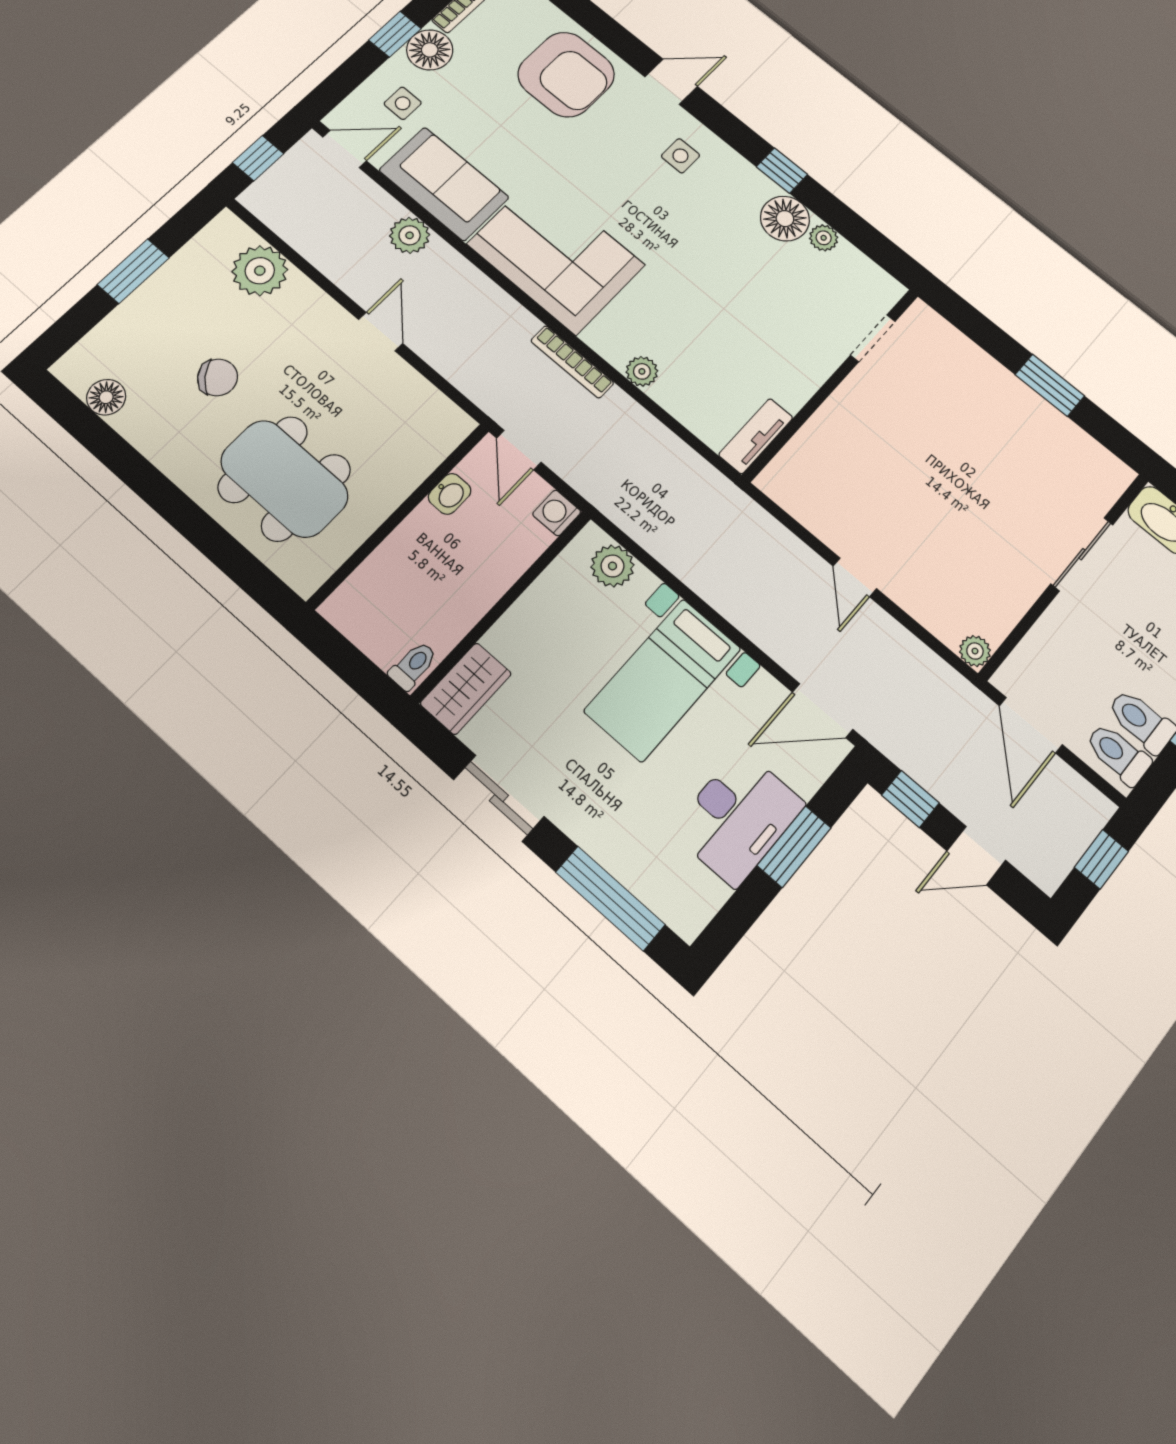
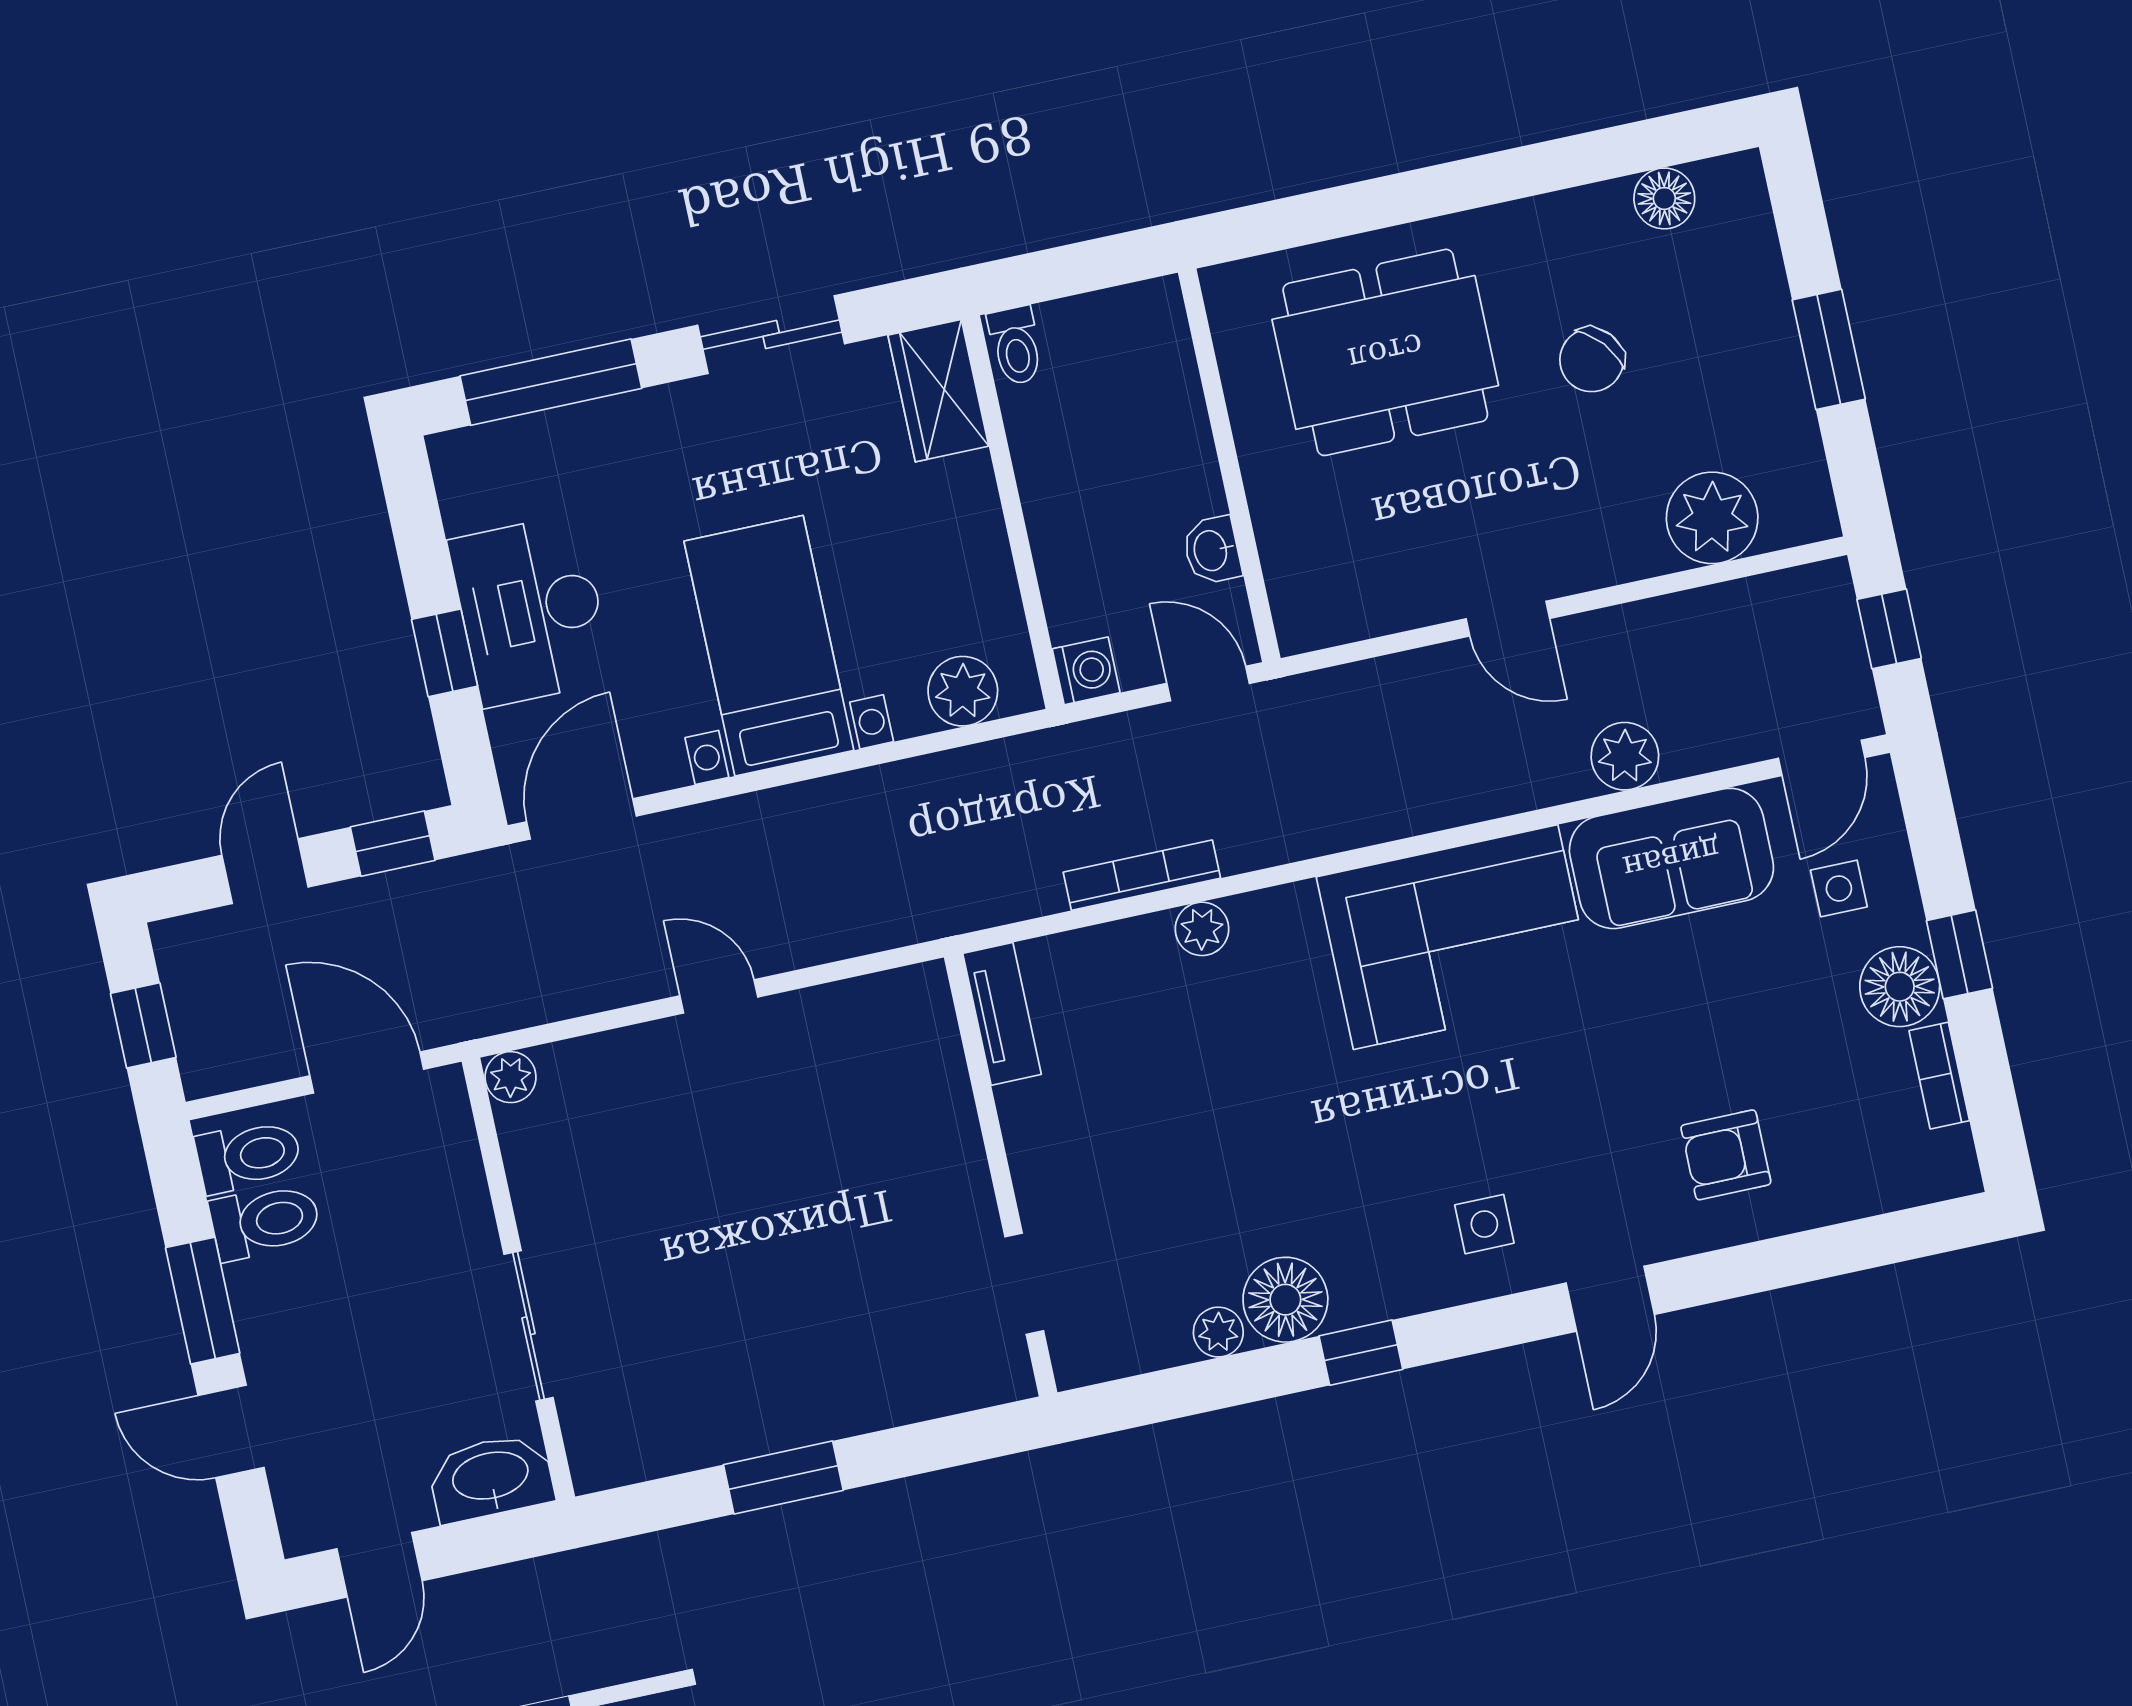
armchair: (566, 74) -> (1726, 1155), width x0.53, depth x0.53
bookcase: (572, 362) -> (1142, 875), moved
window: (794, 847) -> (444, 653), width x0.67

